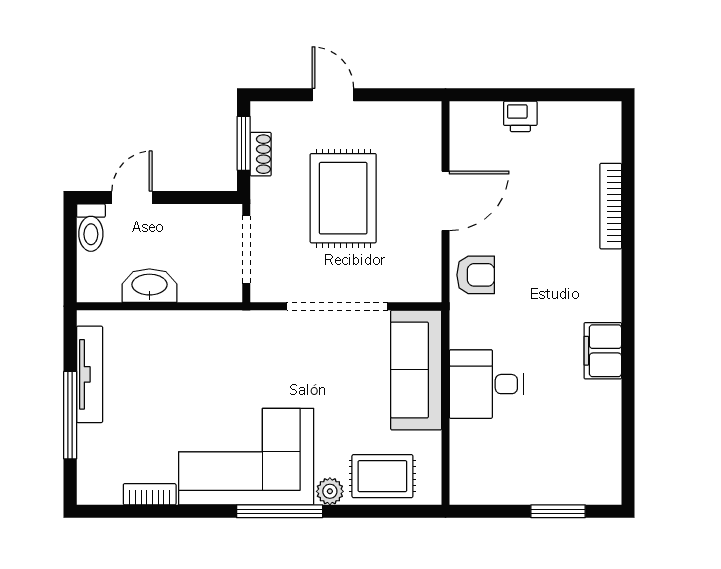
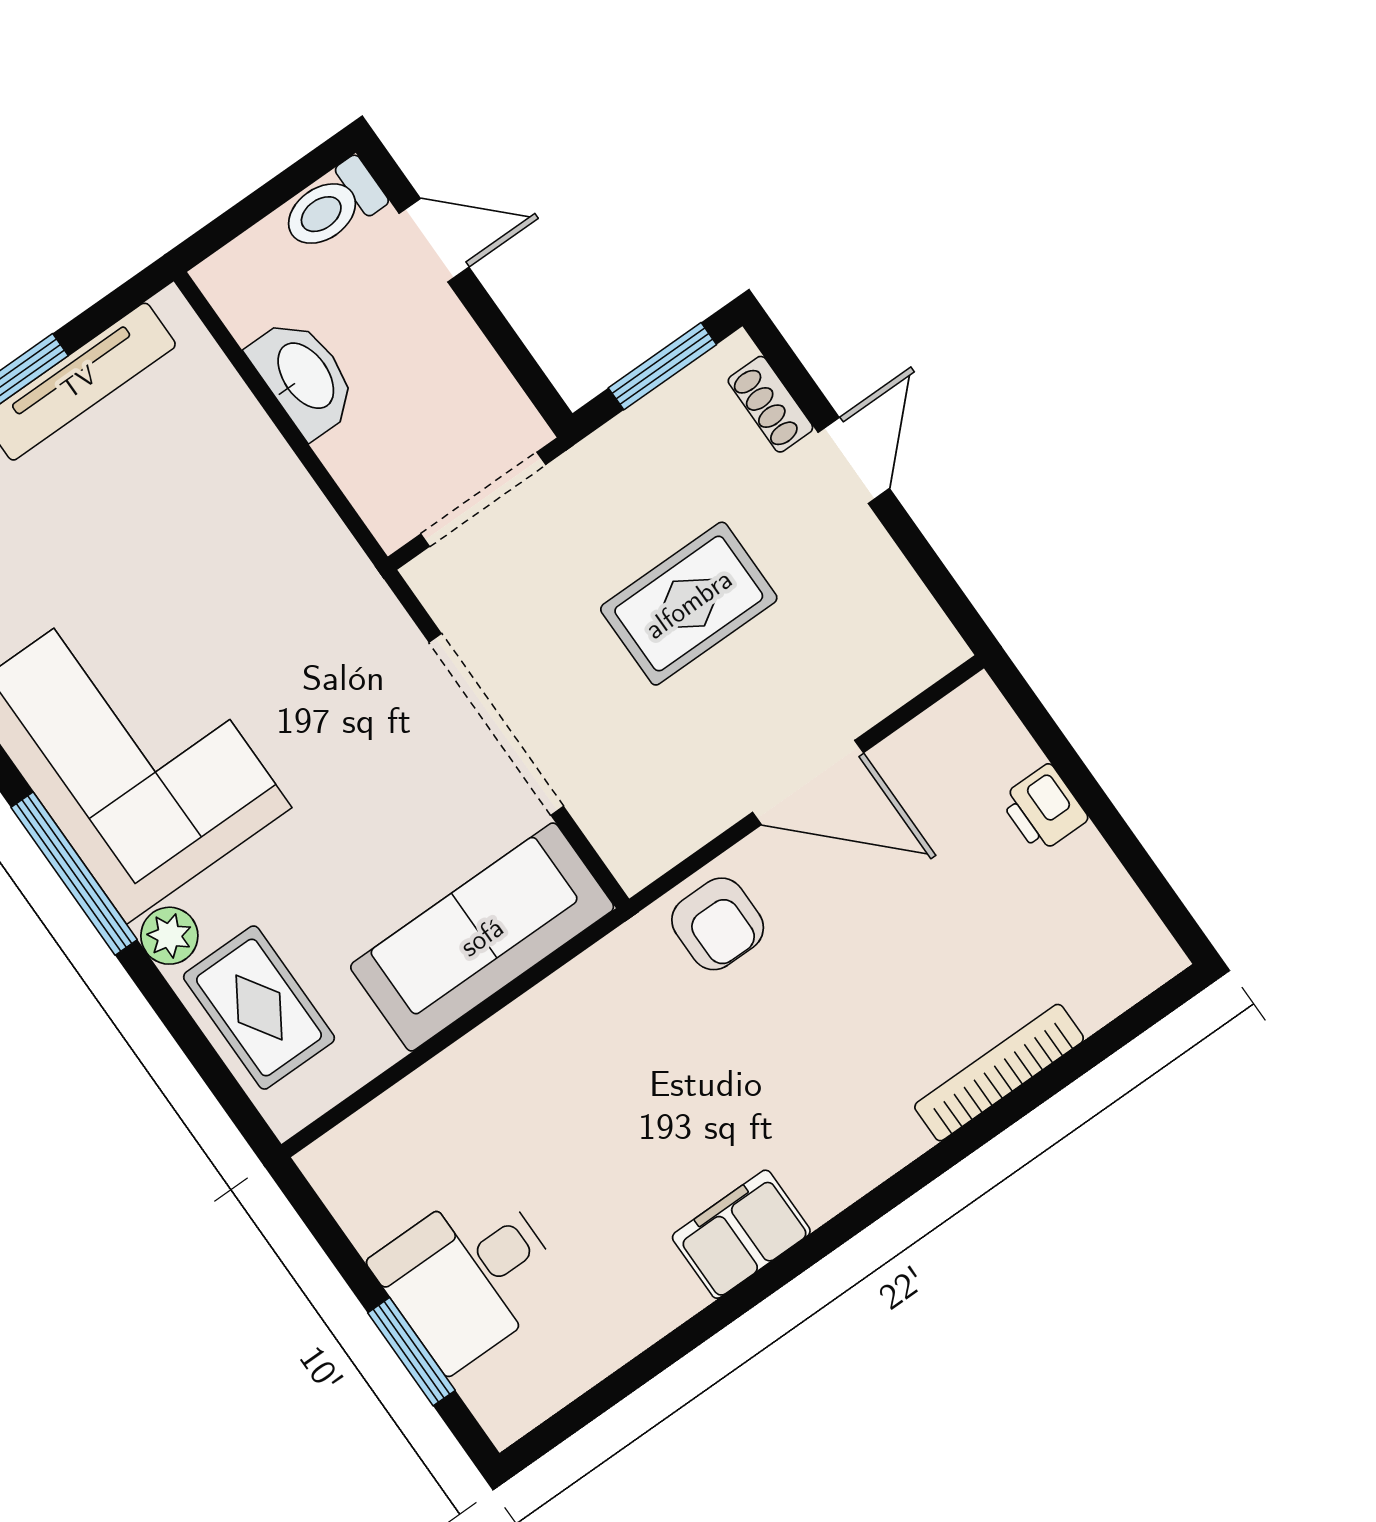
shoe rack: (261, 154) -> (770, 404), moved, turned 90
rug: (343, 198) -> (689, 604), width x0.73, depth x0.70
desk: (486, 384) -> (469, 1275), moved, turned -90

